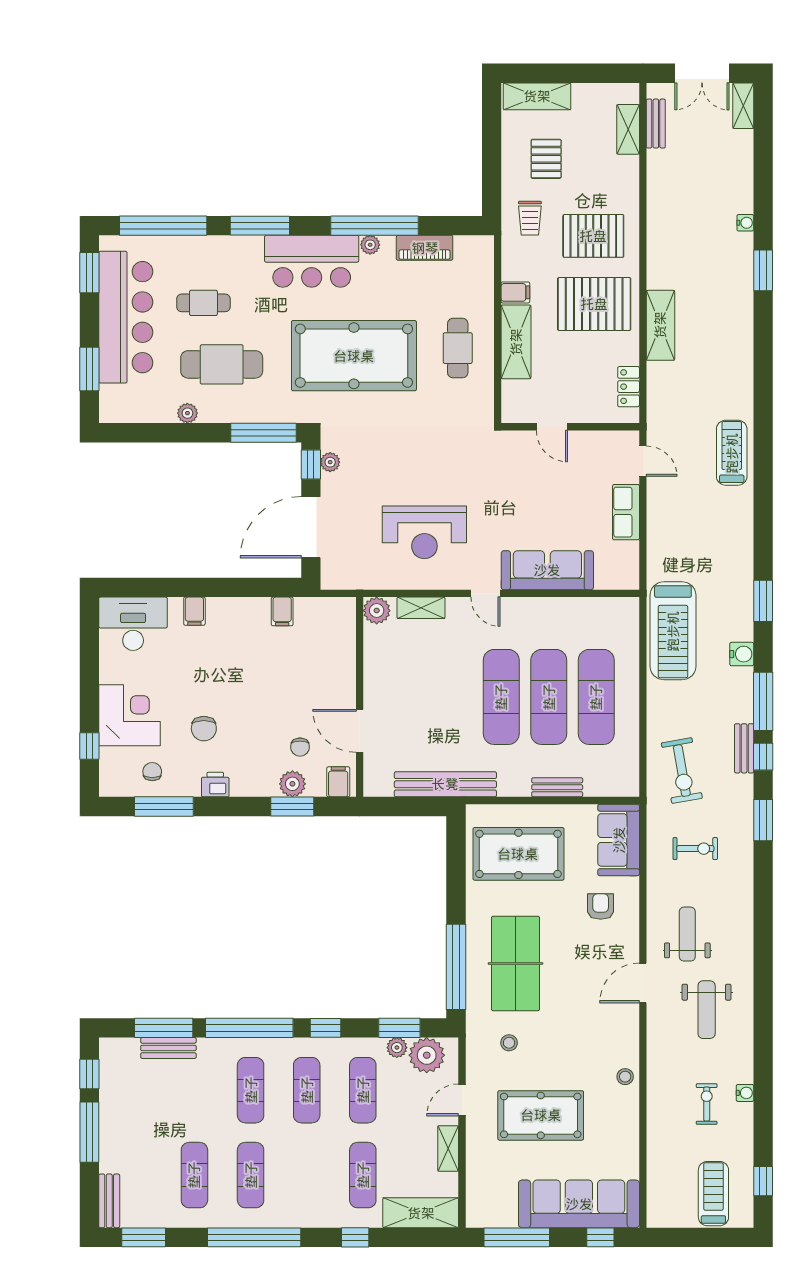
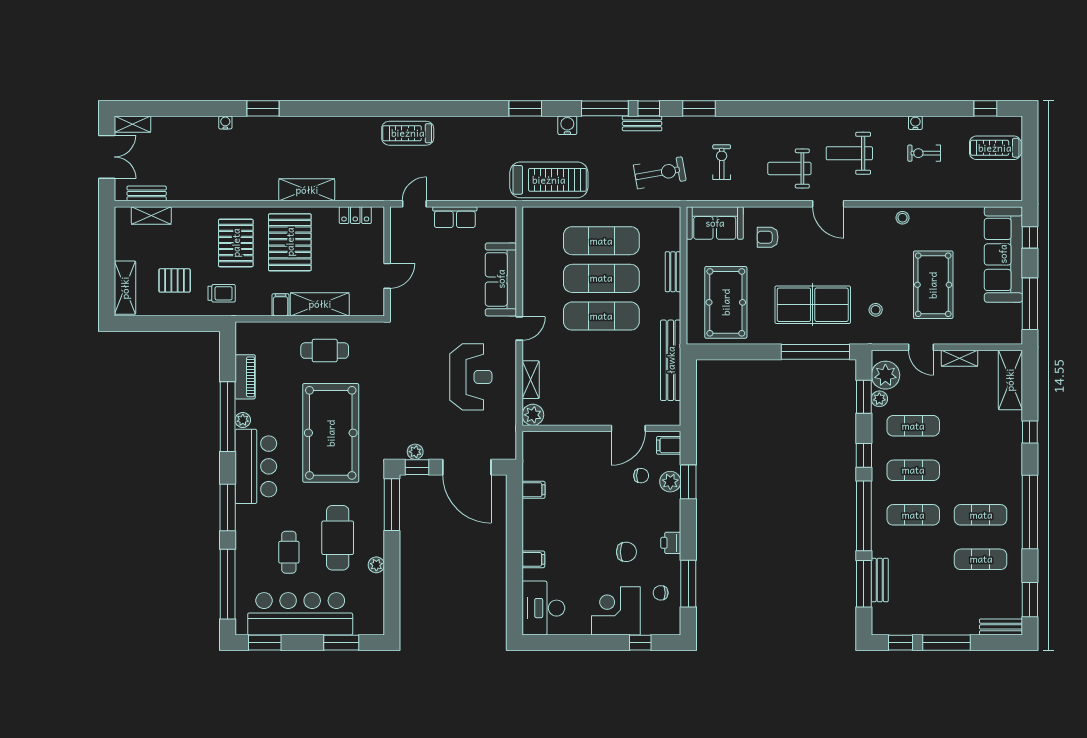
weight bench: (707, 1010) -> (849, 153), turned 180
exercise mat: (363, 1175) -> (981, 426), removed

